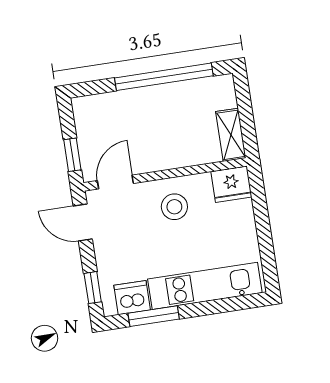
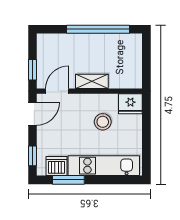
shelving: (231, 135) -> (92, 81), moved, turned 90
stool: (174, 207) -> (103, 122), moved
door: (83, 223) -> (33, 114), swing flipped

